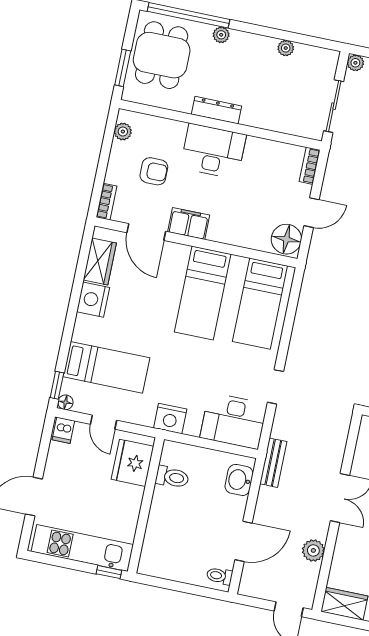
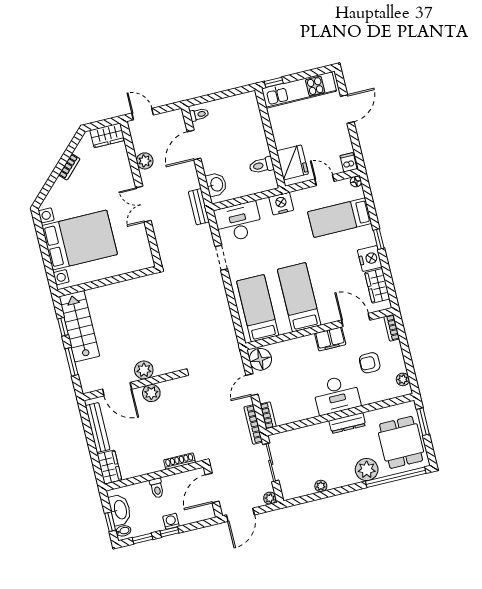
plant: (221, 35) -> (367, 469), width x1.88, depth x1.88
bookcase: (333, 163) -> (253, 424), added
window: (57, 385) -> (379, 239), moved

